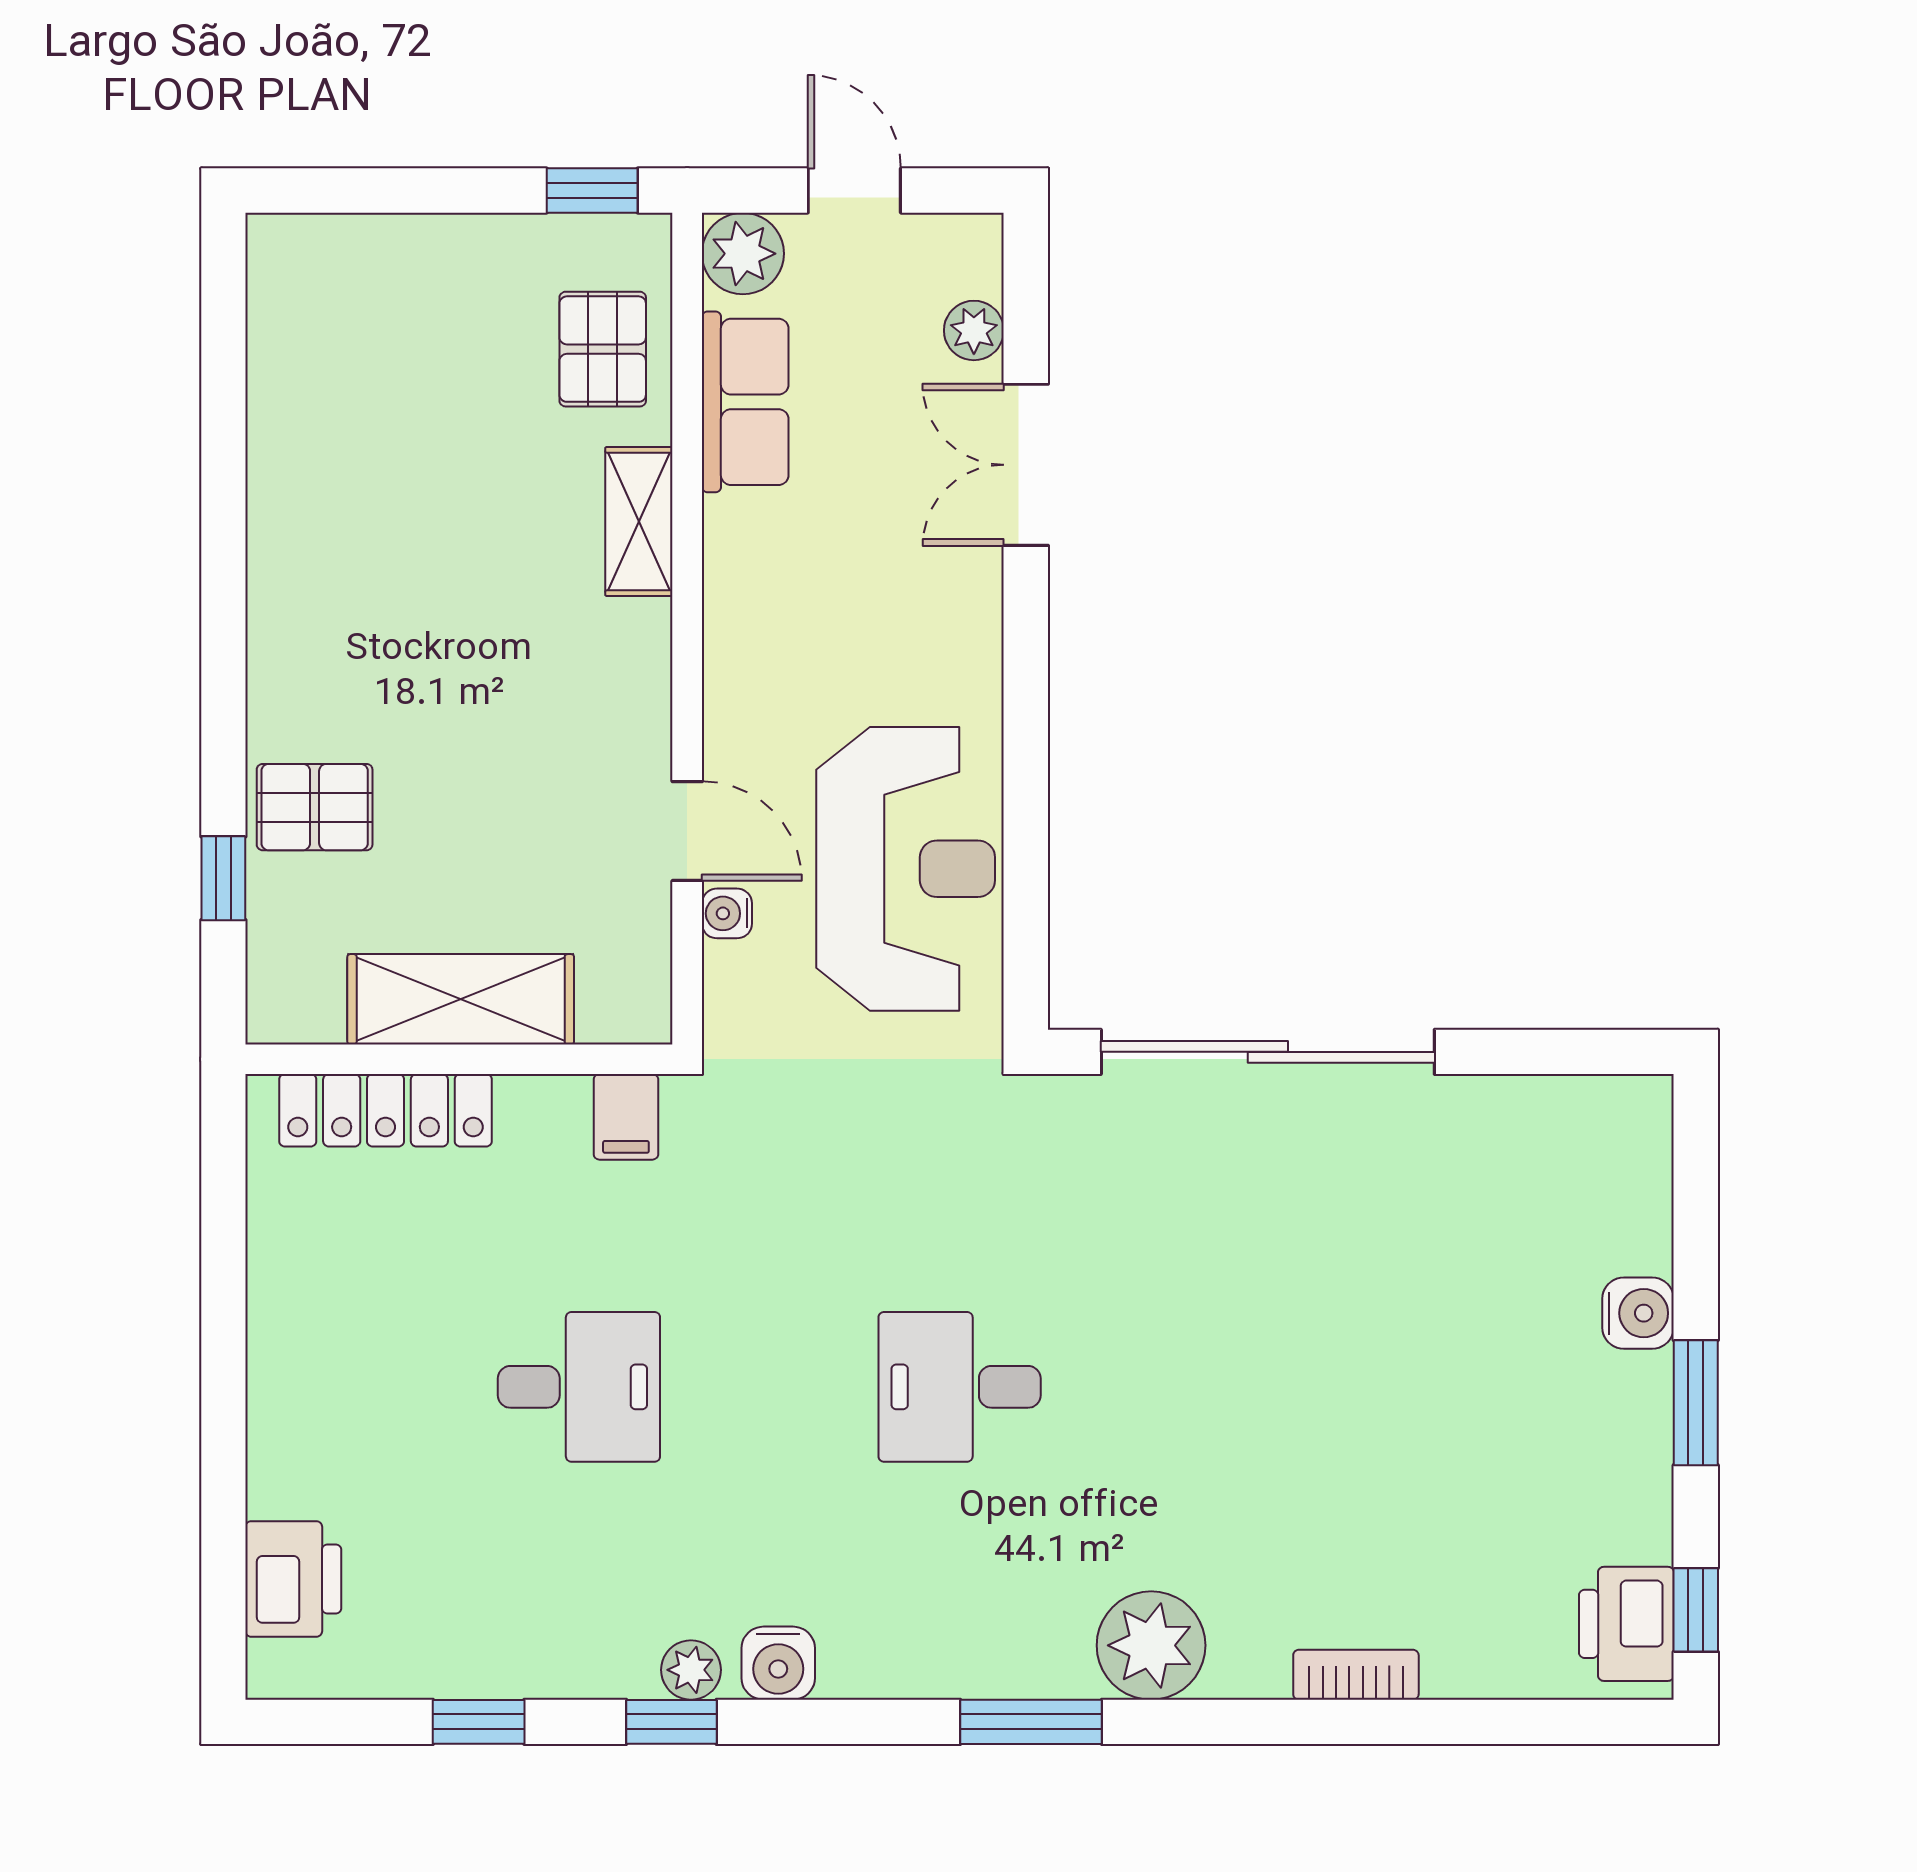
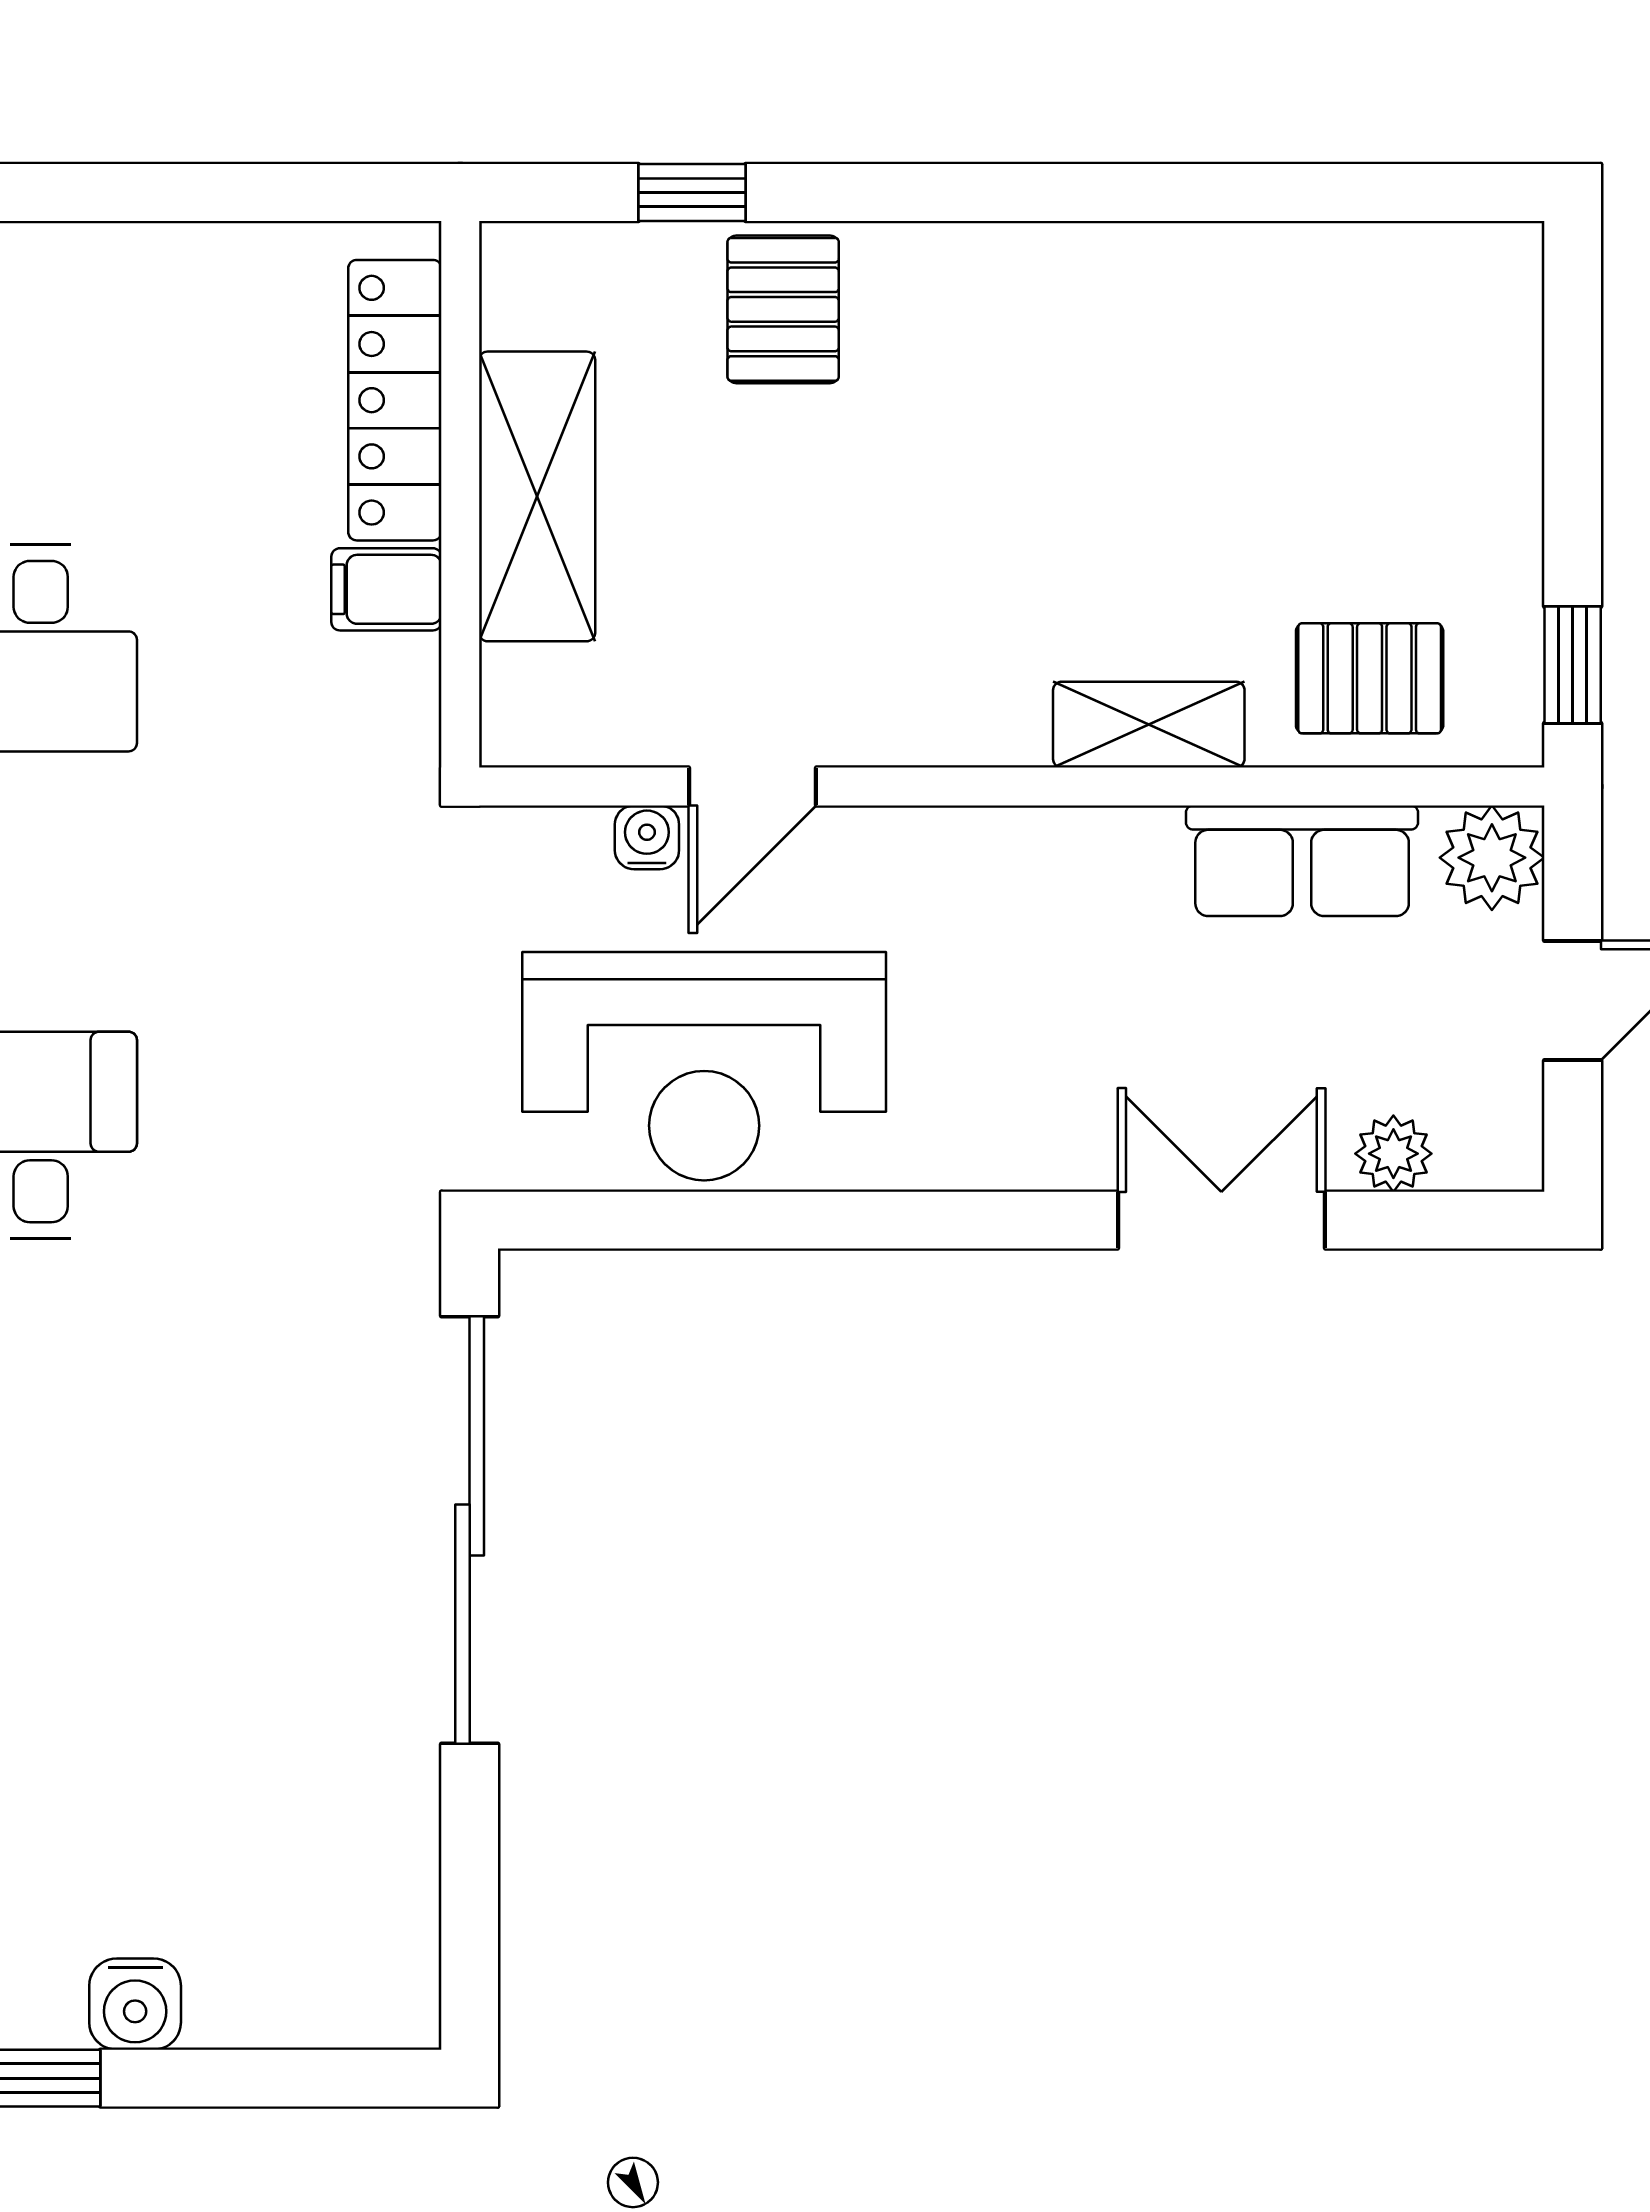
filing cabinet: (626, 1117) -> (386, 589), moved

